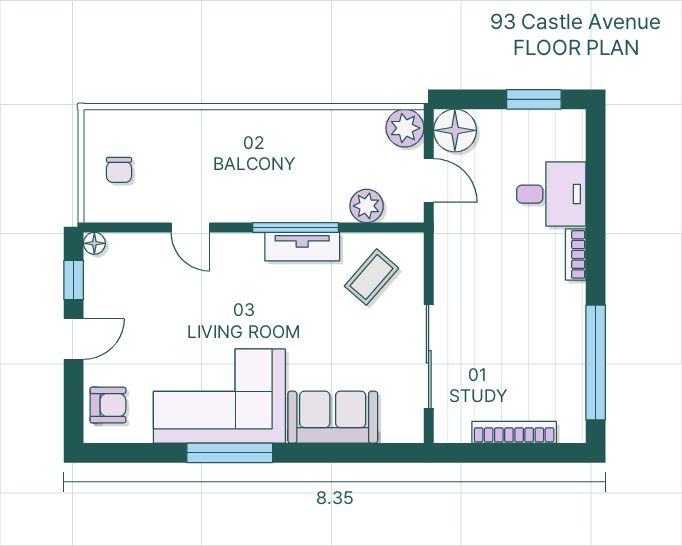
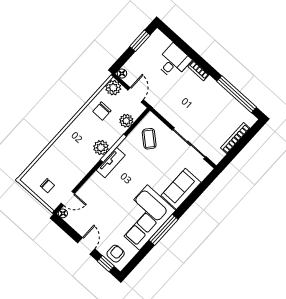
floor lamp: (455, 130) -> (122, 73), width x0.53, depth x0.53
chair: (344, 146) -> (102, 111), added
door: (429, 180) -> (136, 95), hinge flipped
plant: (276, 204) -> (101, 148), added
door: (190, 227) -> (68, 198), moved
tv unit: (302, 247) -> (111, 163), moved
window: (74, 280) -> (106, 264), moved

